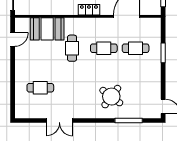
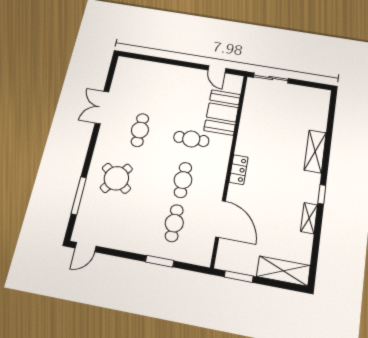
cafe table: (40, 88) -> (140, 130), moved

